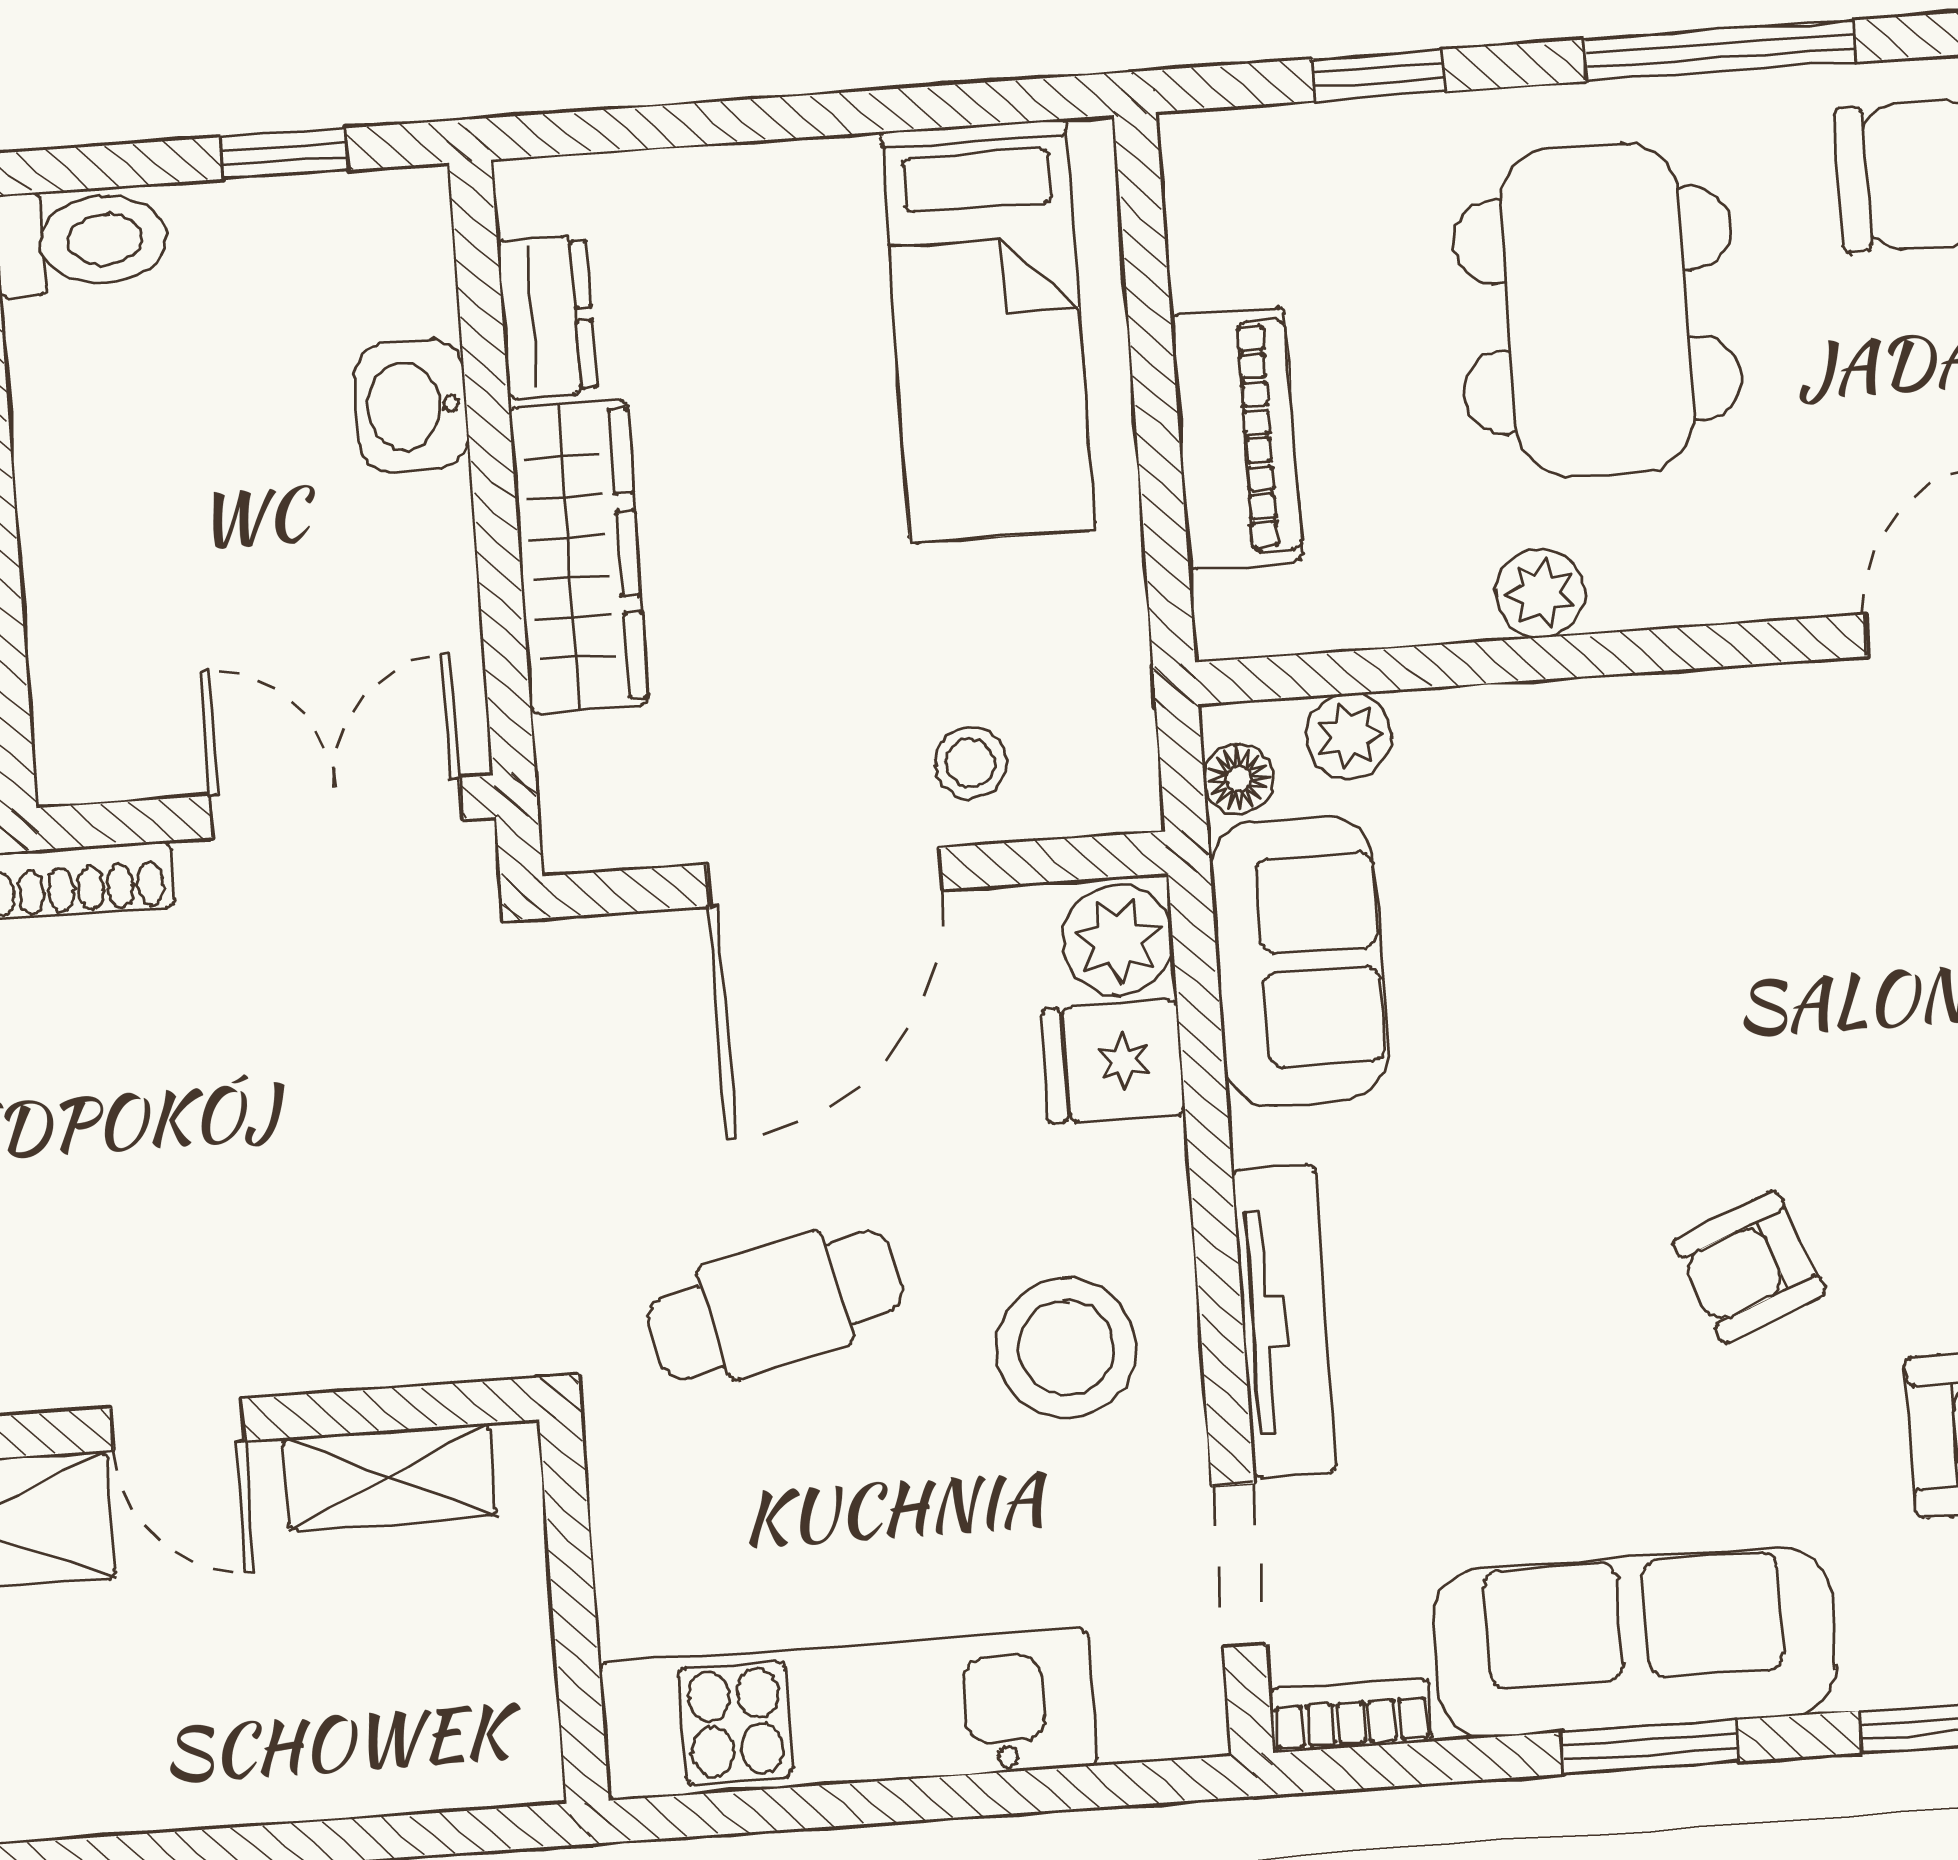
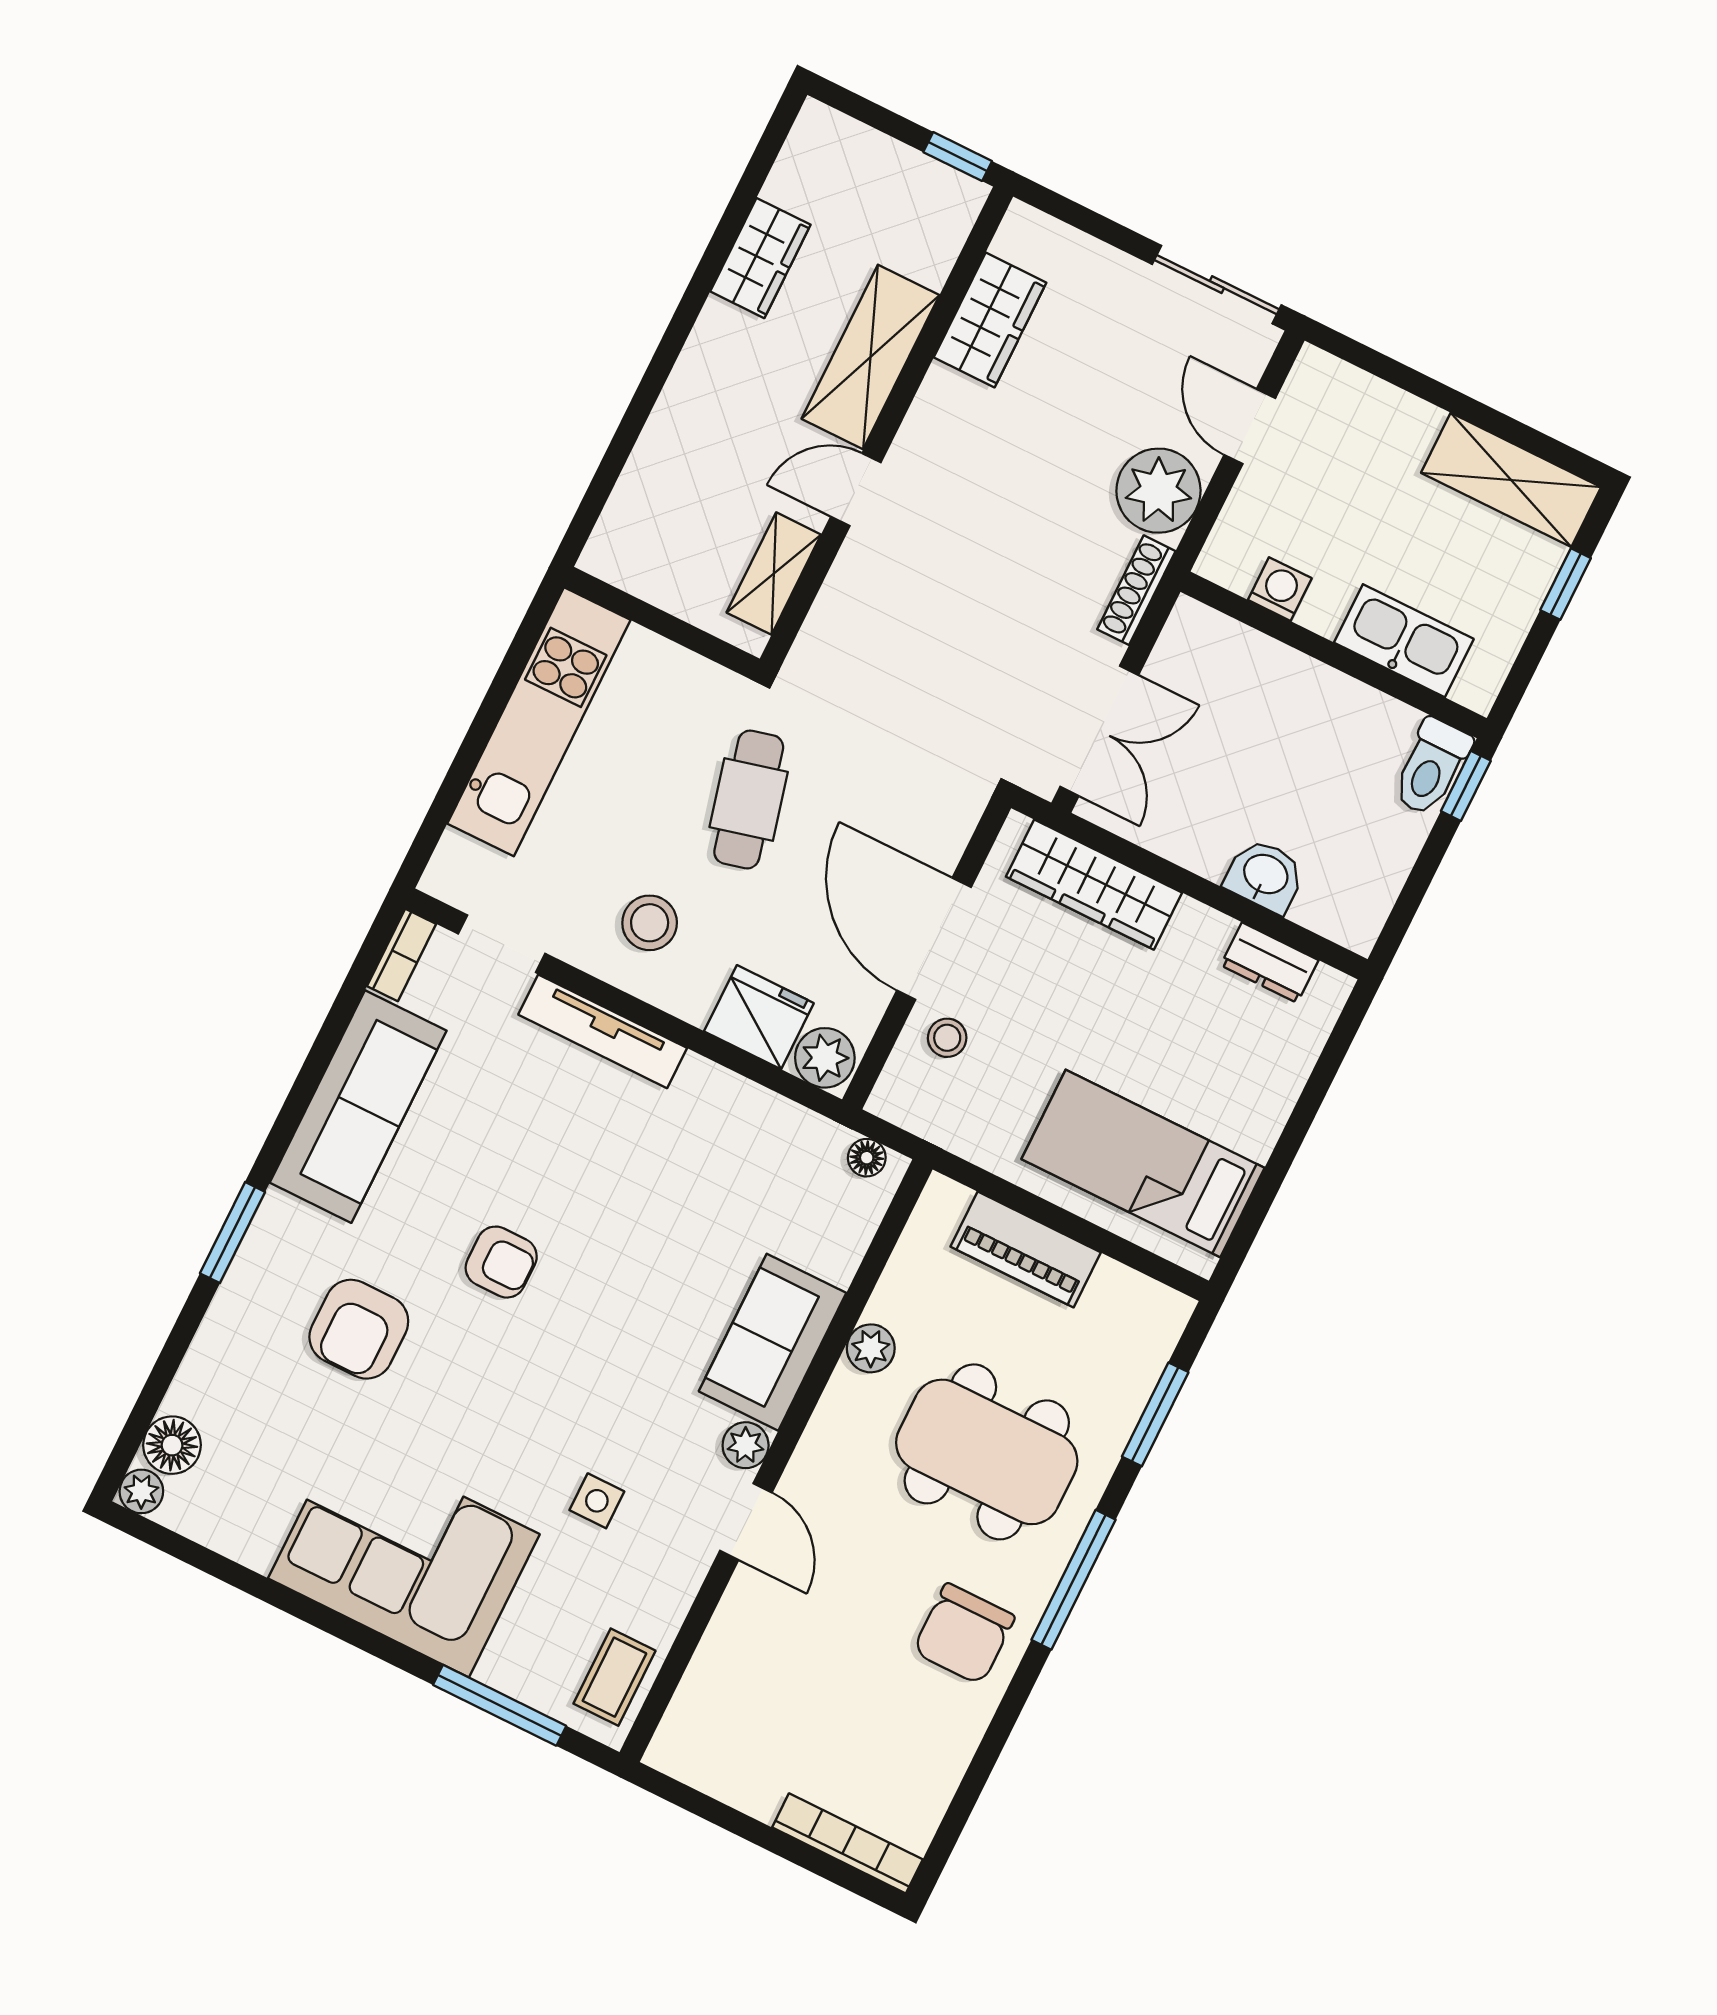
window: (1378, 75) -> (1155, 1414), width x1.50
window: (284, 154) -> (1466, 786), moved
wardrobe: (579, 557) -> (1094, 885), moved
plant: (1349, 736) -> (746, 1445), moved
sofa: (1299, 961) -> (773, 1342), moved, turned 90
fridge: (1113, 1062) -> (759, 1017), width x1.38
armchair: (1749, 1267) -> (501, 1262), turned 112
stool: (1066, 1348) -> (650, 923), width x0.73, depth x0.73
window: (1650, 1747) -> (305, 1085), removed

